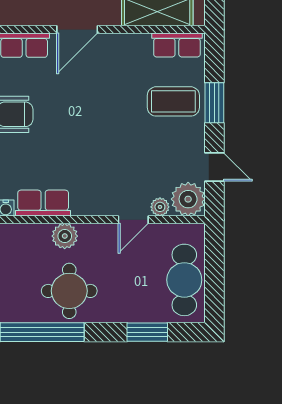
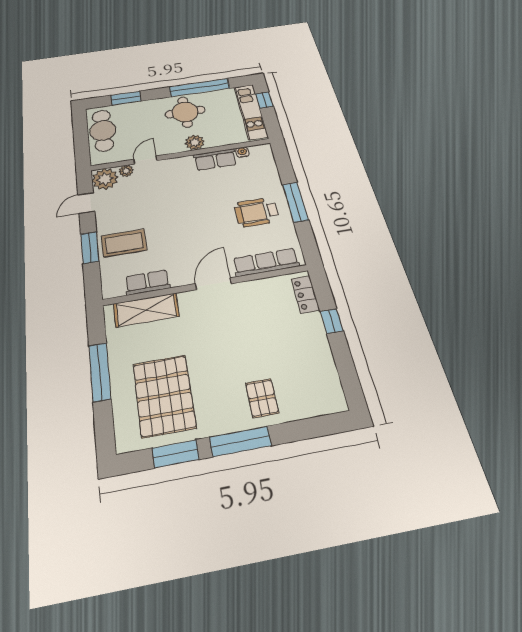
row of seats: (177, 45) -> (147, 282), moved
door: (214, 167) -> (86, 203), hinge flipped

